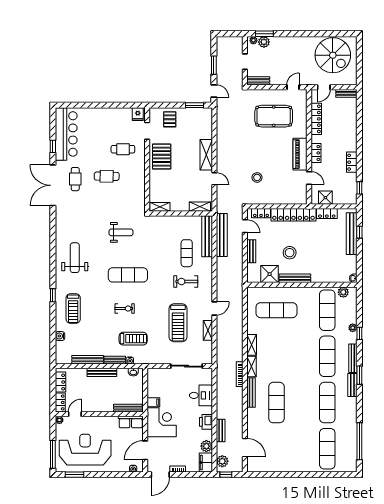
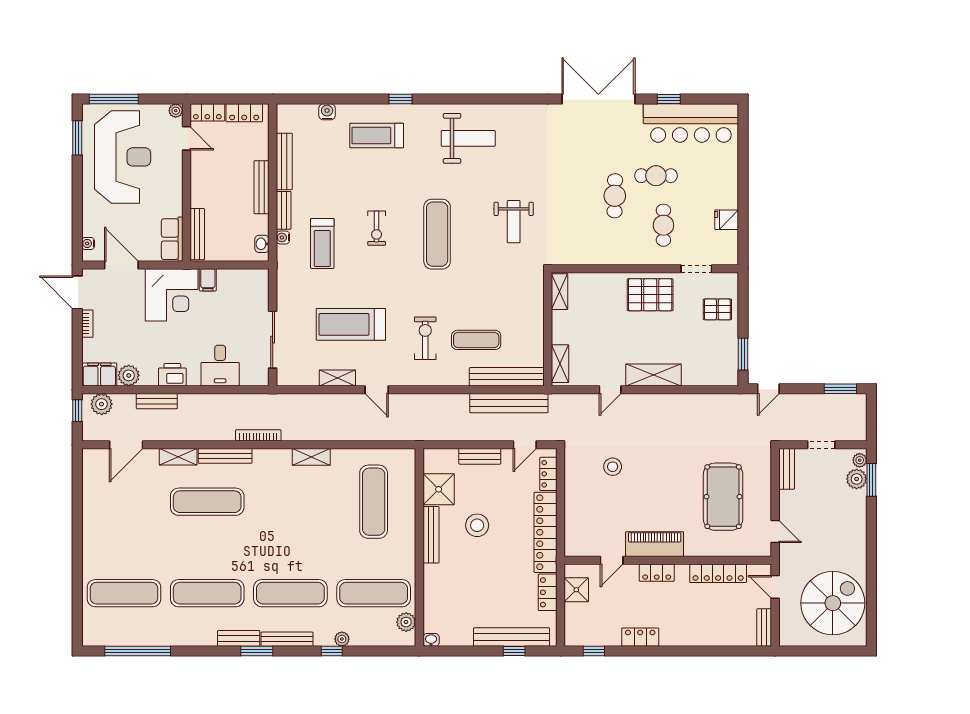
spiral stairs: (333, 55) -> (833, 603), turned 180
window: (214, 65) -> (840, 389), moved
fridge: (138, 114) -> (727, 220), moved
cafe table: (75, 179) -> (656, 176), moved
shelving: (252, 367) -> (178, 457), moved

